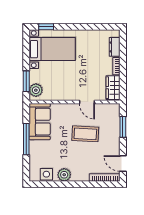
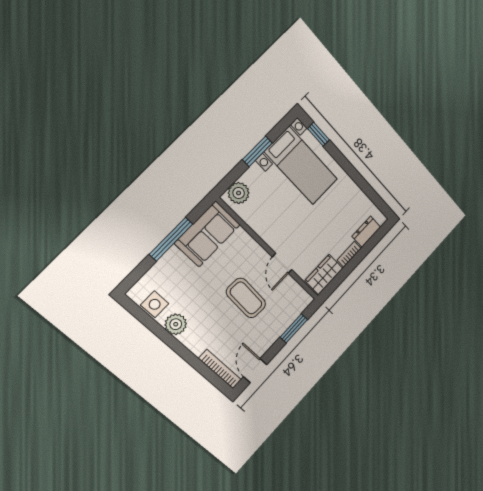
window: (26, 81) -> (257, 151), moved

